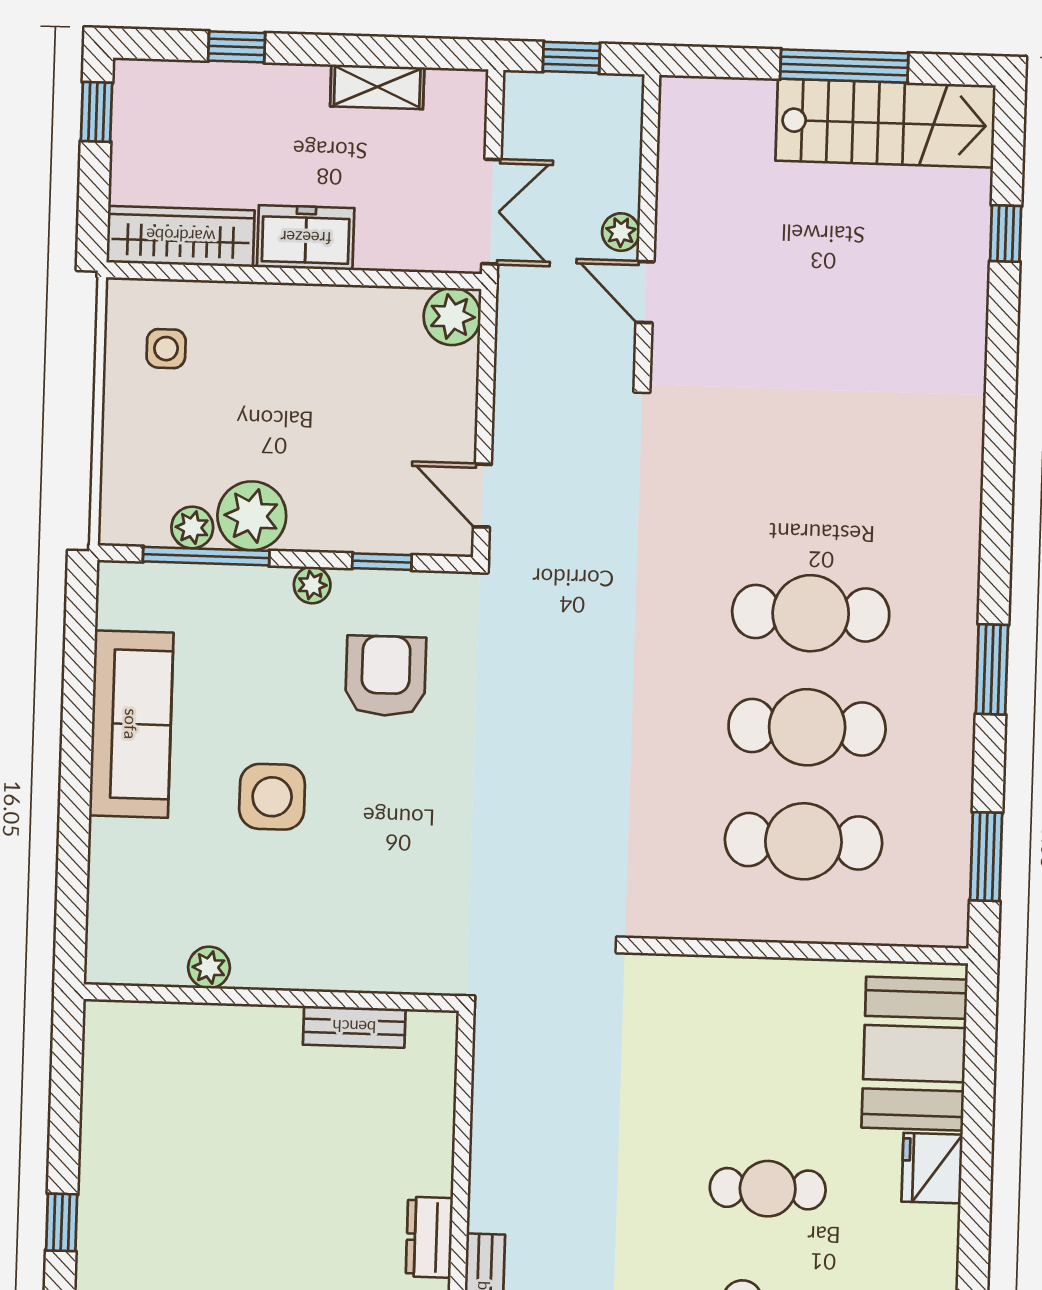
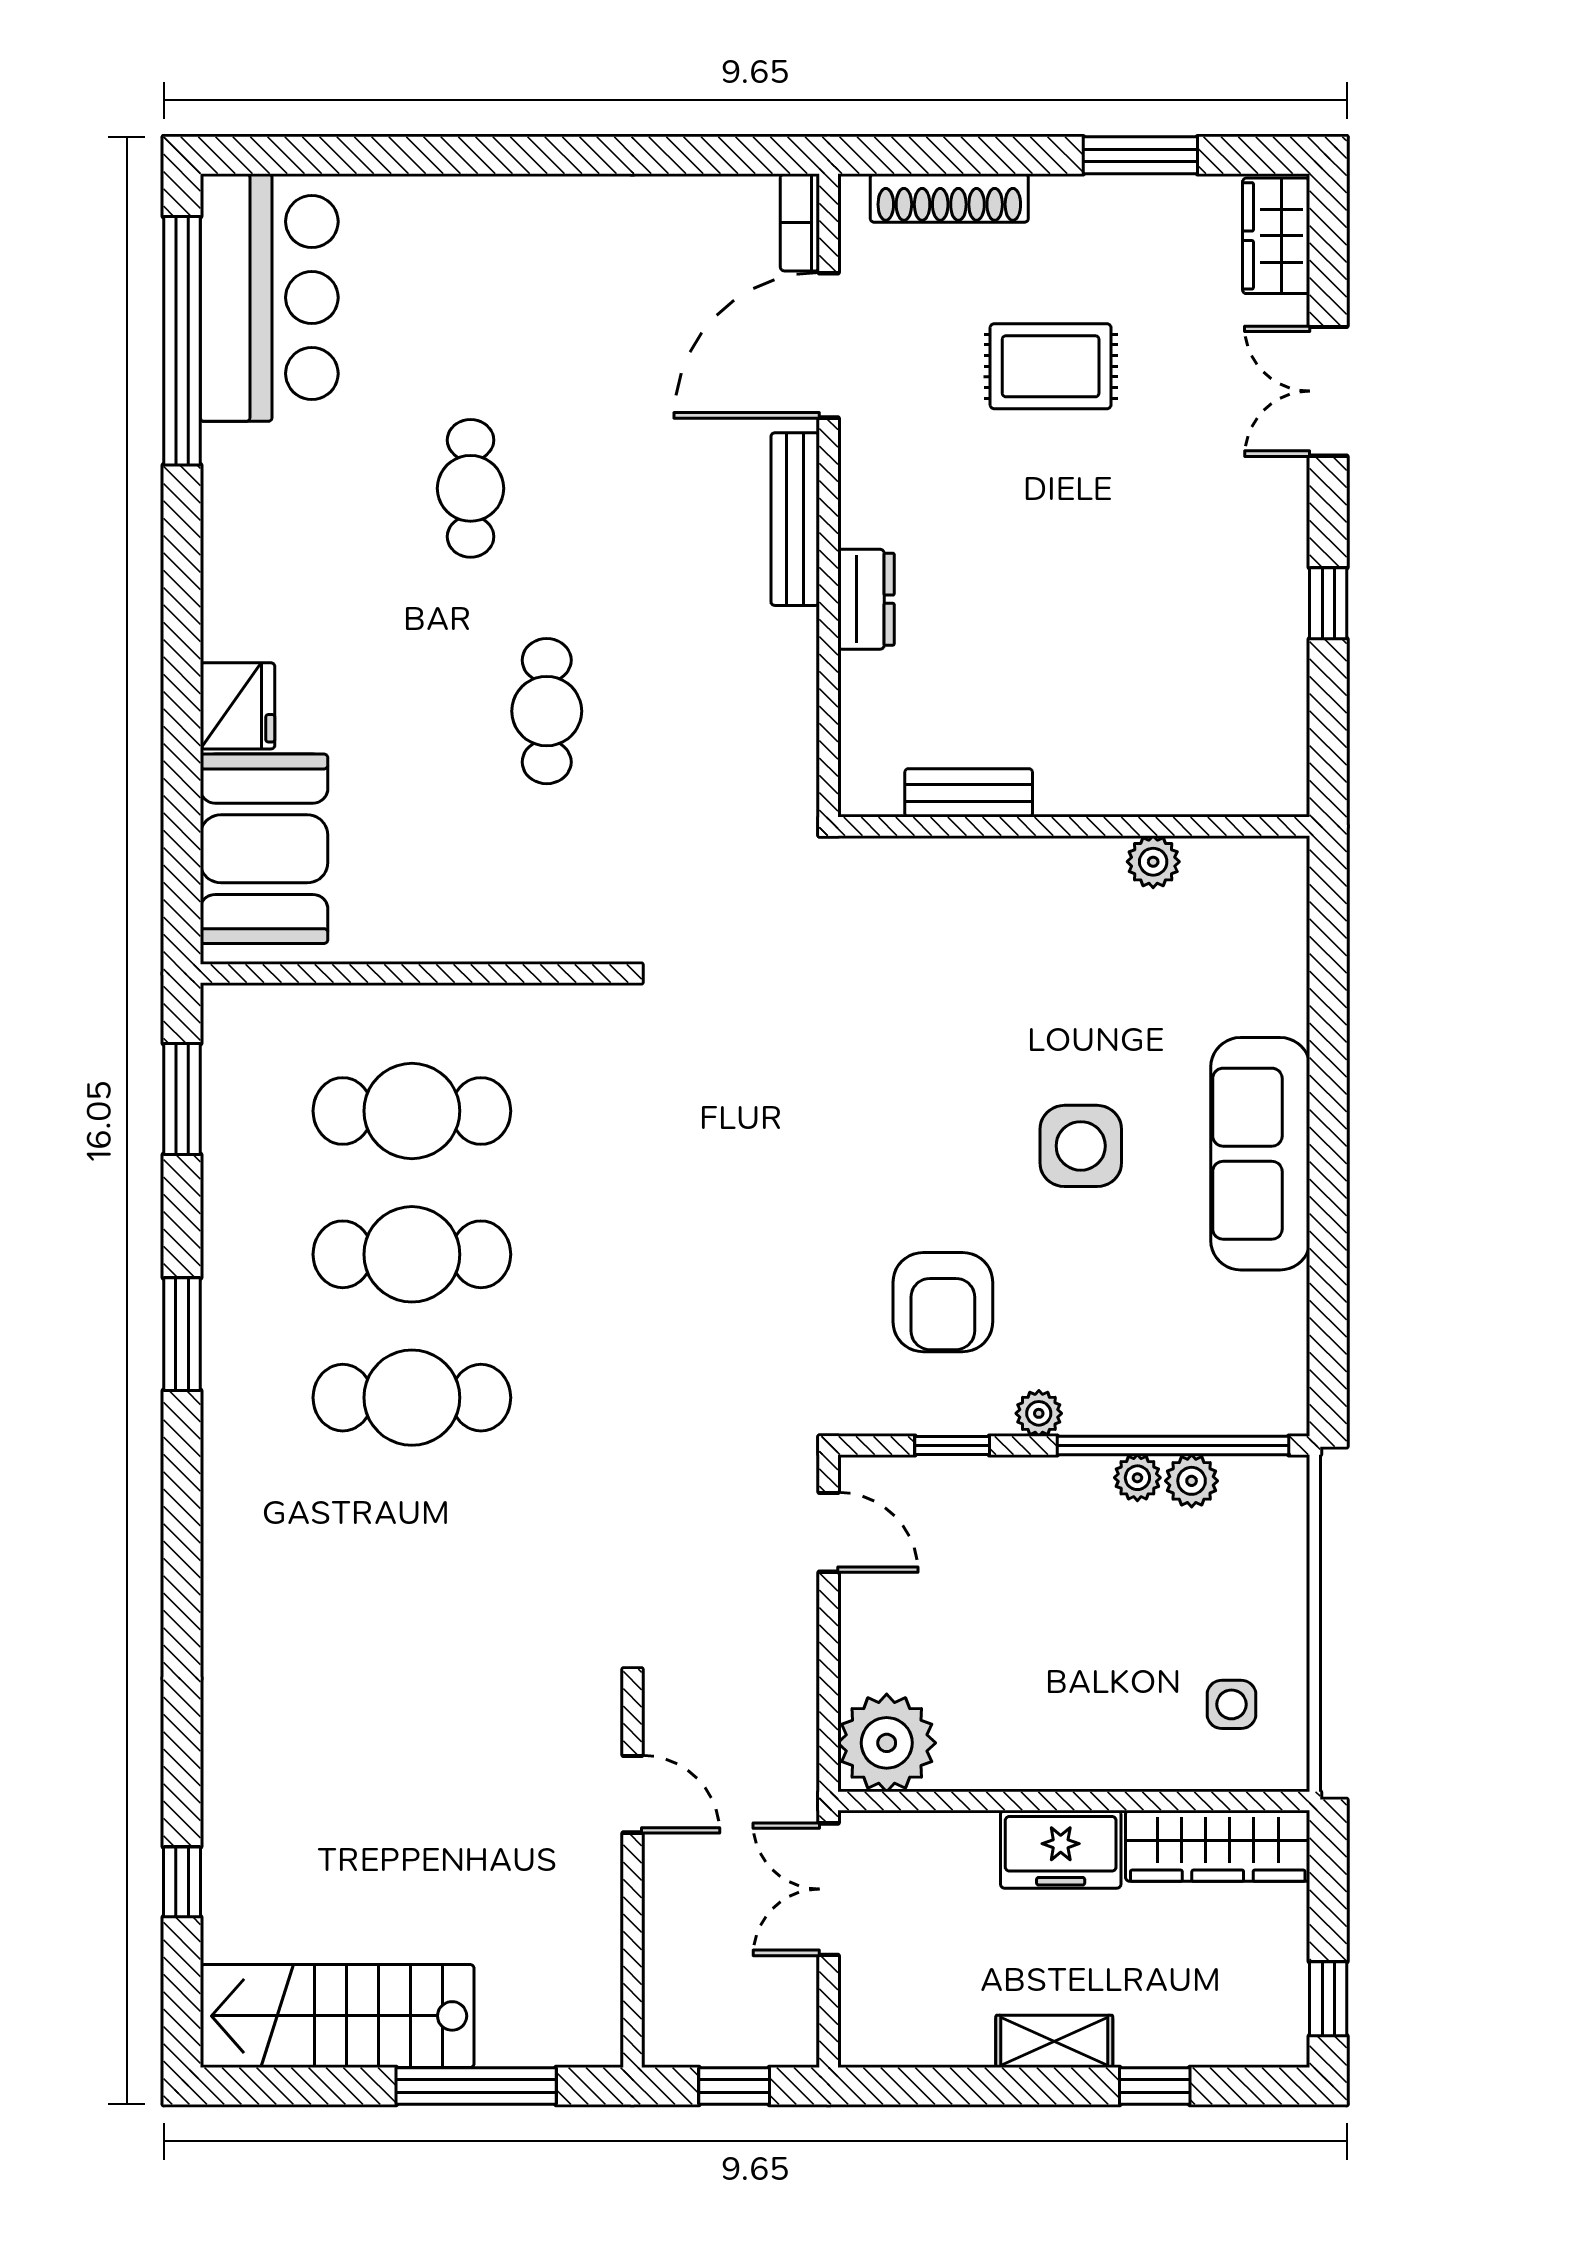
window: (844, 66) -> (476, 2086), moved
shelving: (377, 87) -> (1054, 2041), moved
plant: (621, 232) -> (665, 1869), removed
plant: (452, 317) -> (887, 1743), width x1.36, depth x1.36
plant: (252, 516) -> (1137, 1478), width x0.53, depth x0.53
window: (206, 556) -> (1173, 1445), width x1.46
sofa: (131, 724) -> (1260, 1154), moved
plant: (209, 967) -> (1153, 862), moved
wall: (271, 998) -> (1074, 826), moved
bench: (354, 1027) -> (969, 793), moved
cafe table: (768, 1189) -> (547, 711), moved, turned 90

